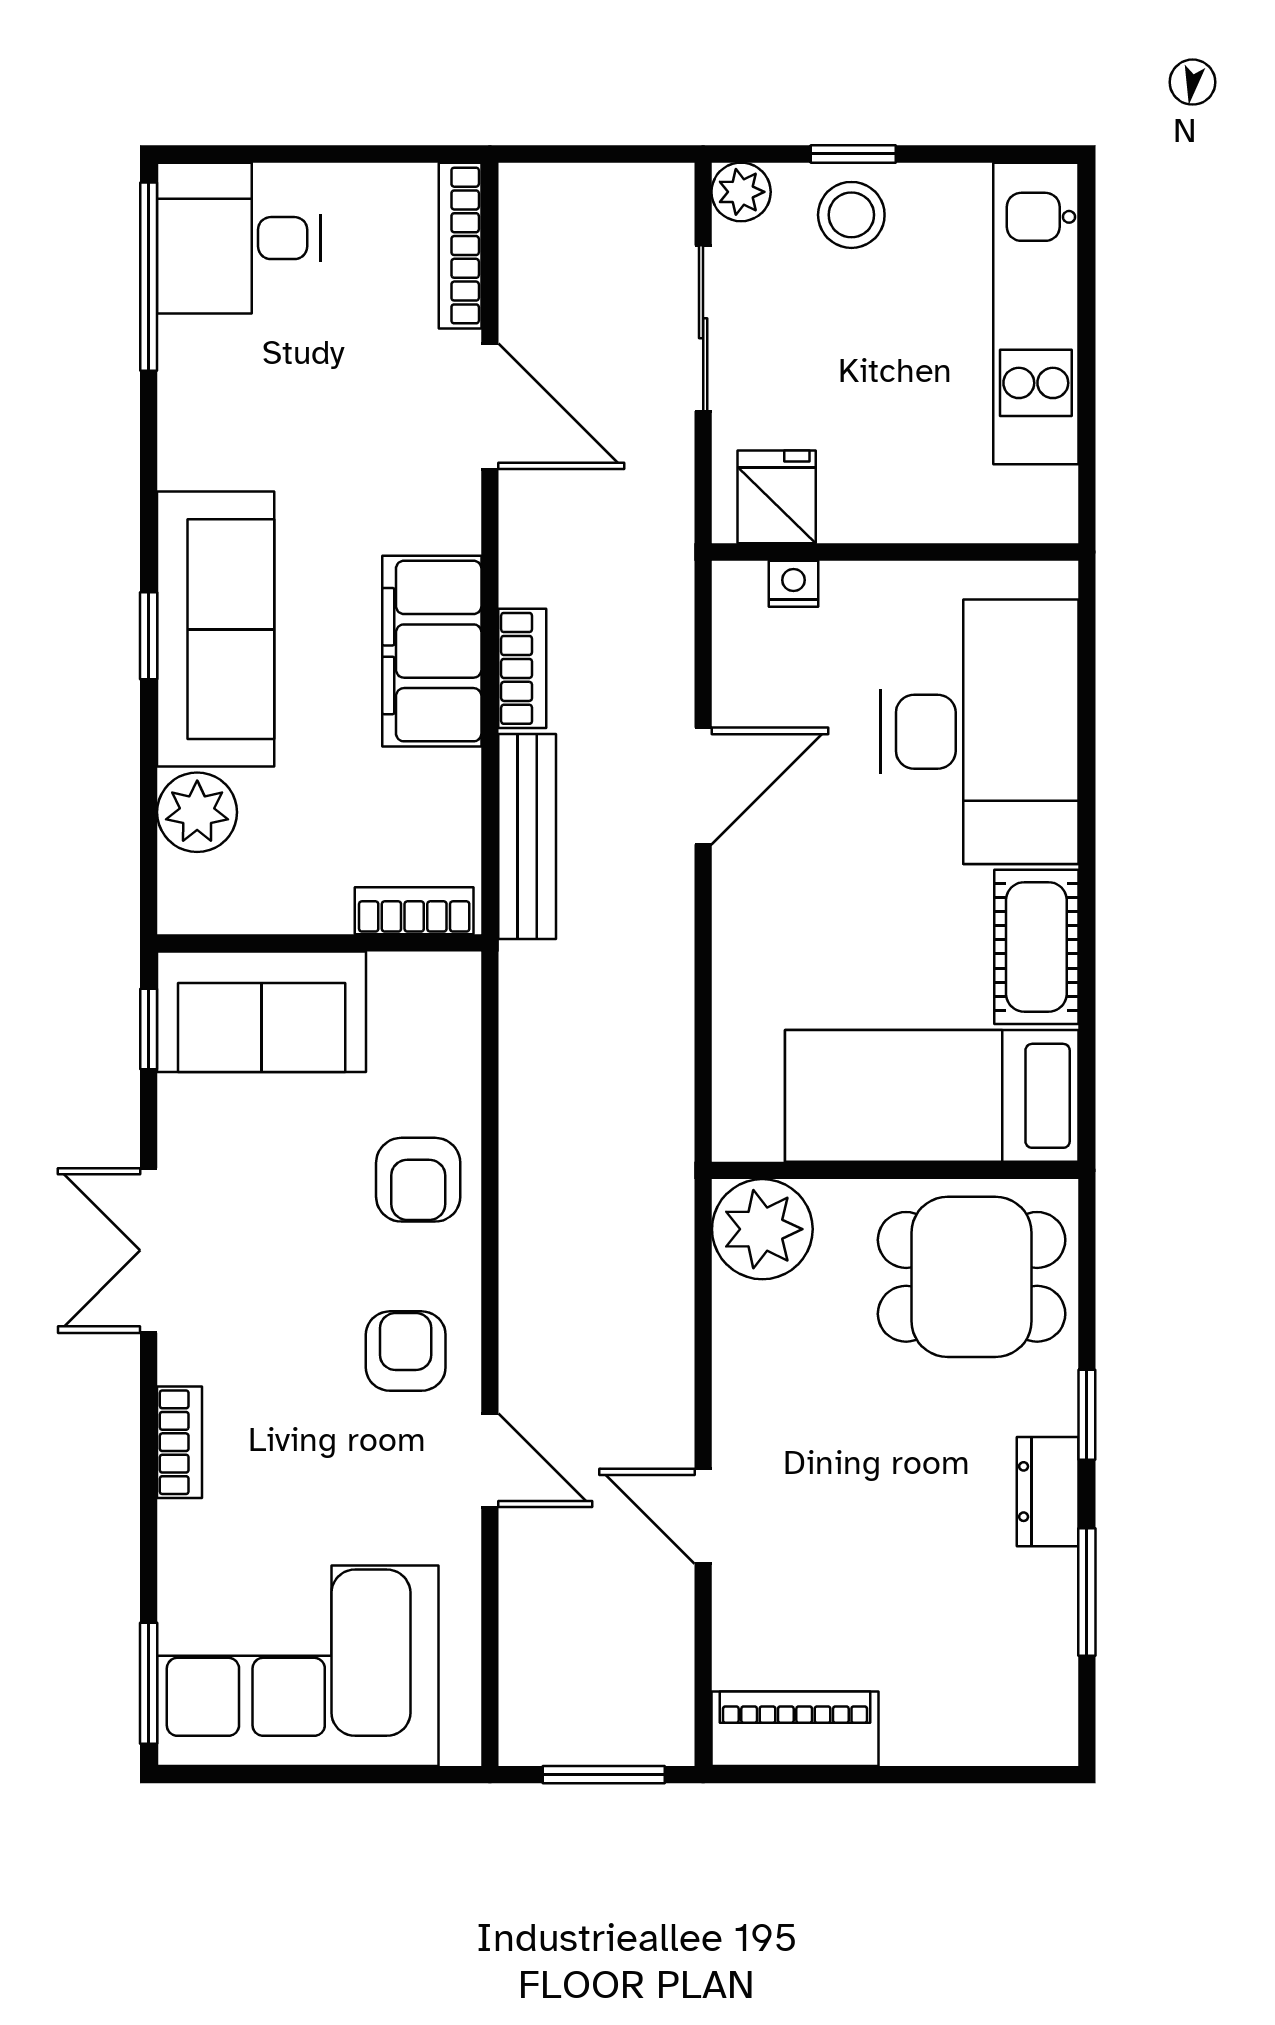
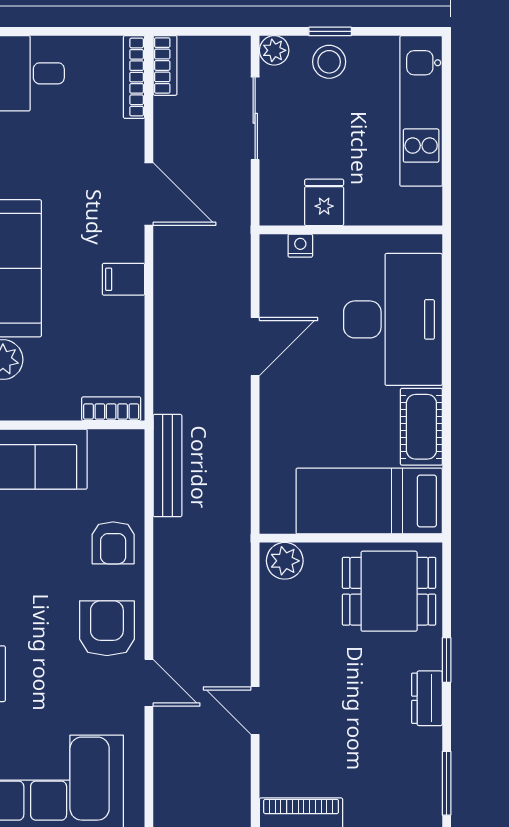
door: (490, 406) -> (149, 194), moved
fridge: (777, 497) -> (324, 202), moved
filing cabinet: (432, 651) -> (123, 279), width x0.33, depth x0.86
bookcase: (522, 668) -> (165, 65), moved
bench: (527, 837) -> (167, 466), moved
plant: (762, 1229) -> (285, 561), width x0.73, depth x0.73
armchair: (406, 1351) -> (107, 628), width x1.38, depth x1.38
window: (1087, 1592) -> (447, 783), moved

